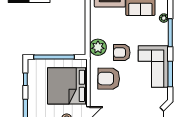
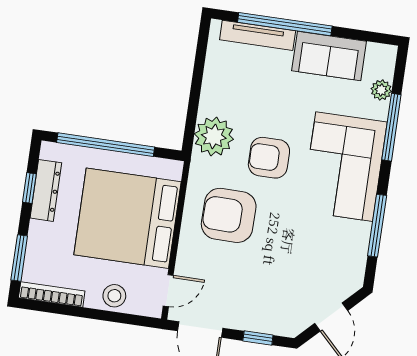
corner sofa: (153, 66) -> (344, 167), moved
dresser: (32, 79) -> (46, 190), added

